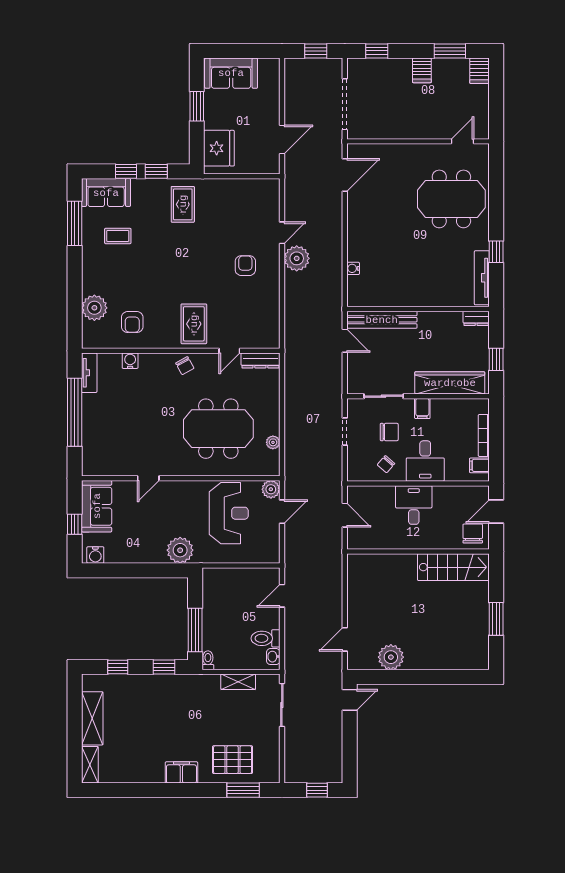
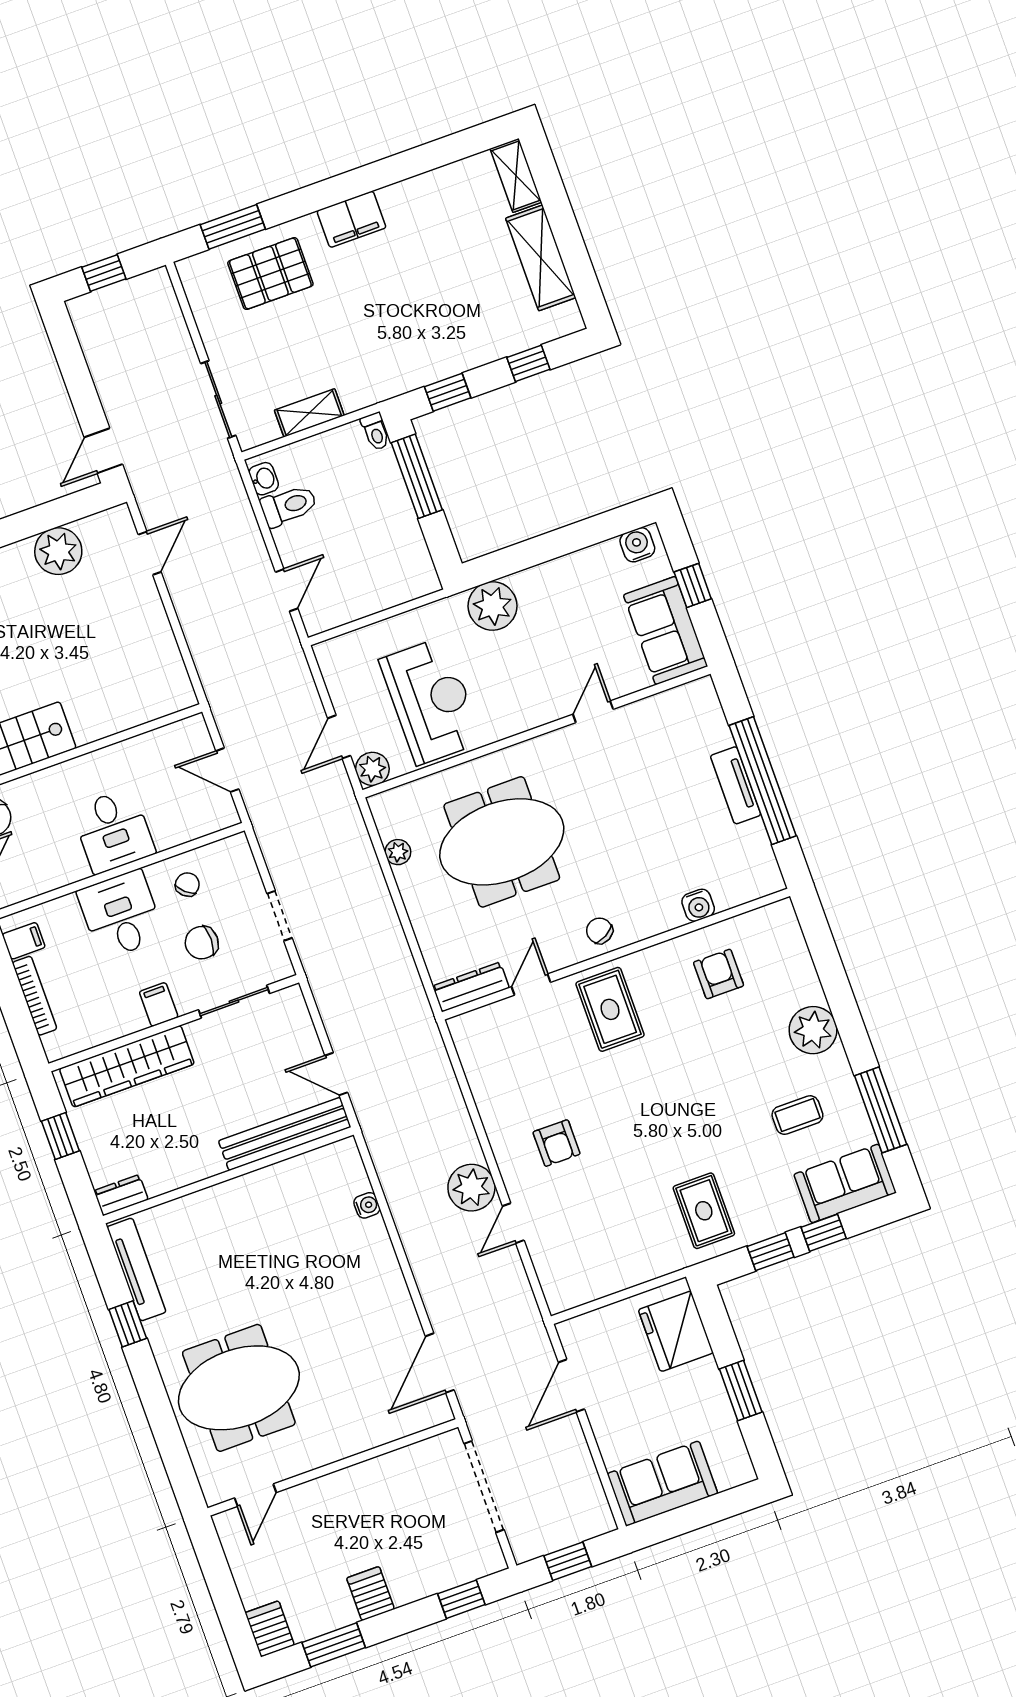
sofa: (231, 73) -> (662, 1484), moved
plant: (94, 308) -> (813, 1030), moved
tv unit: (89, 373) -> (736, 785), moved
reception desk: (229, 513) -> (431, 701), turned 180

